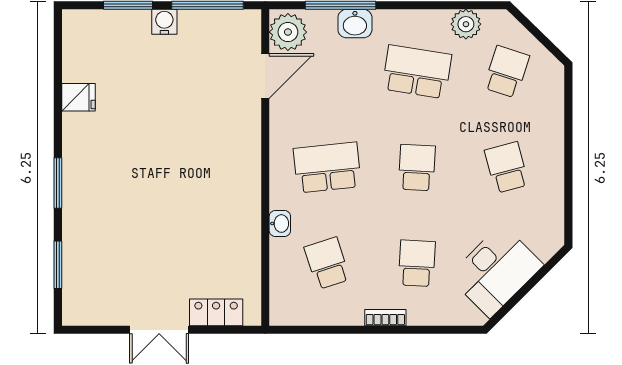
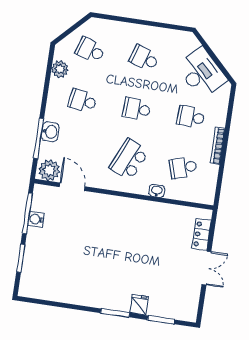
water cooler: (164, 22) -> (36, 219), moved
school desk: (417, 72) -> (83, 101), width x0.54
fridge: (78, 97) -> (139, 305), moved
school desk: (327, 168) -> (129, 160), turned 30
school desk: (507, 168) -> (144, 58), turned 33
bookcase: (385, 318) -> (218, 146), width x1.56

